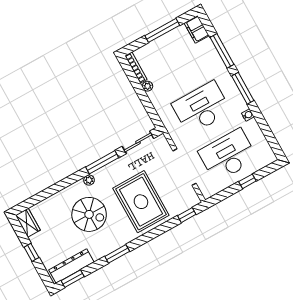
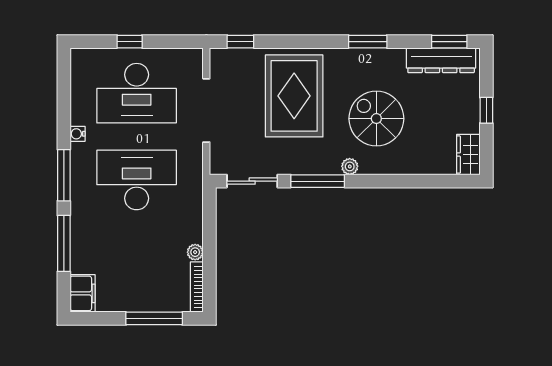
window: (162, 30) -> (154, 318), moved
desk: (201, 108) -> (137, 180), turned 180

